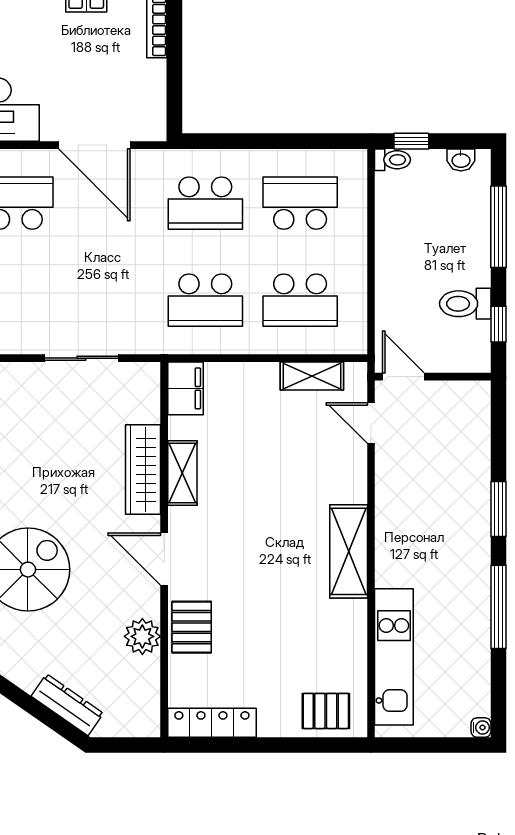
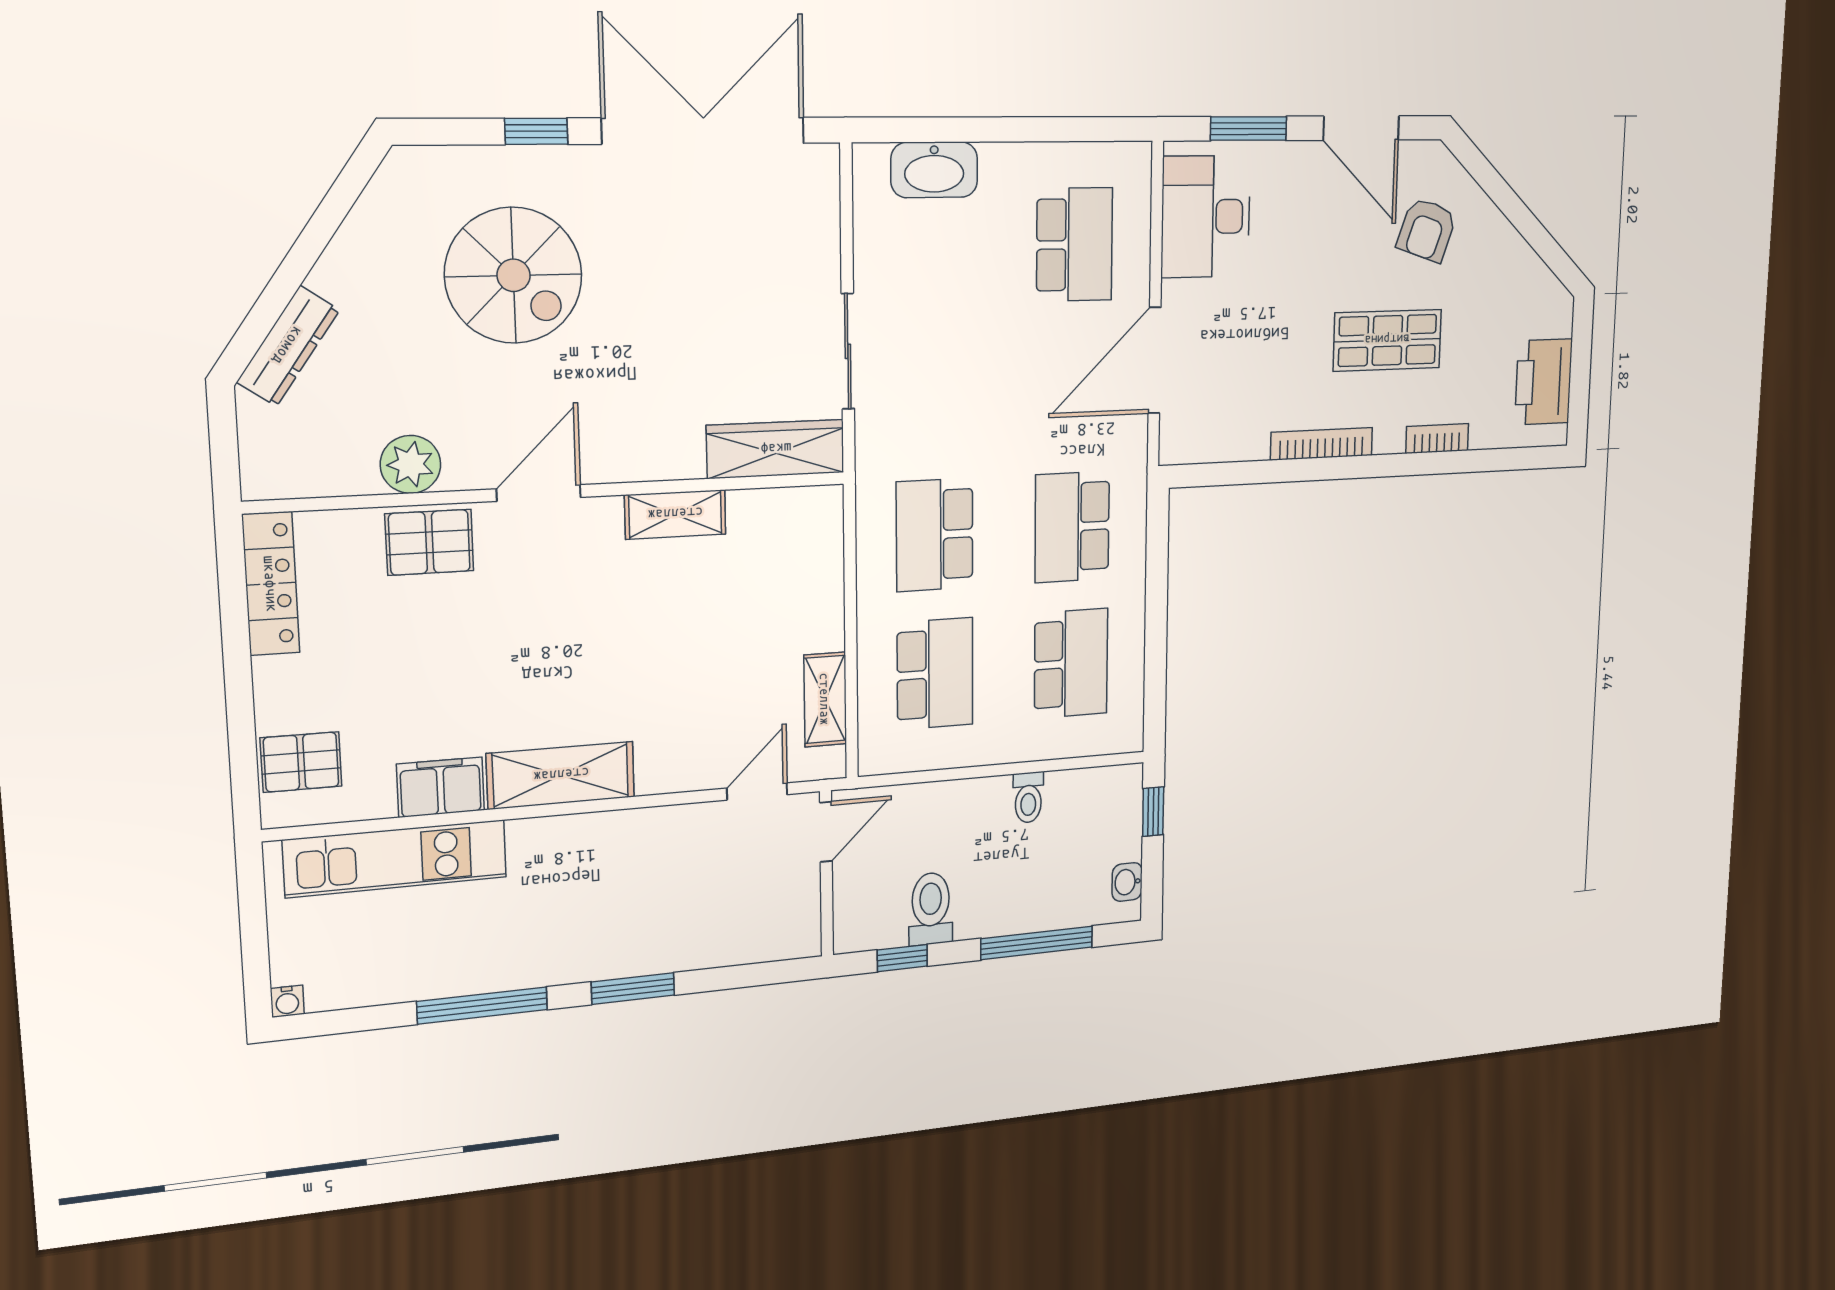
toilet: (393, 160) -> (1028, 797), moved
school desk: (300, 300) -> (935, 674), turned 180
filing cabinet: (185, 388) -> (441, 787), moved, turned 180
wardrobe: (143, 470) -> (776, 449), moved
pallet: (326, 711) -> (301, 762), turned 90

